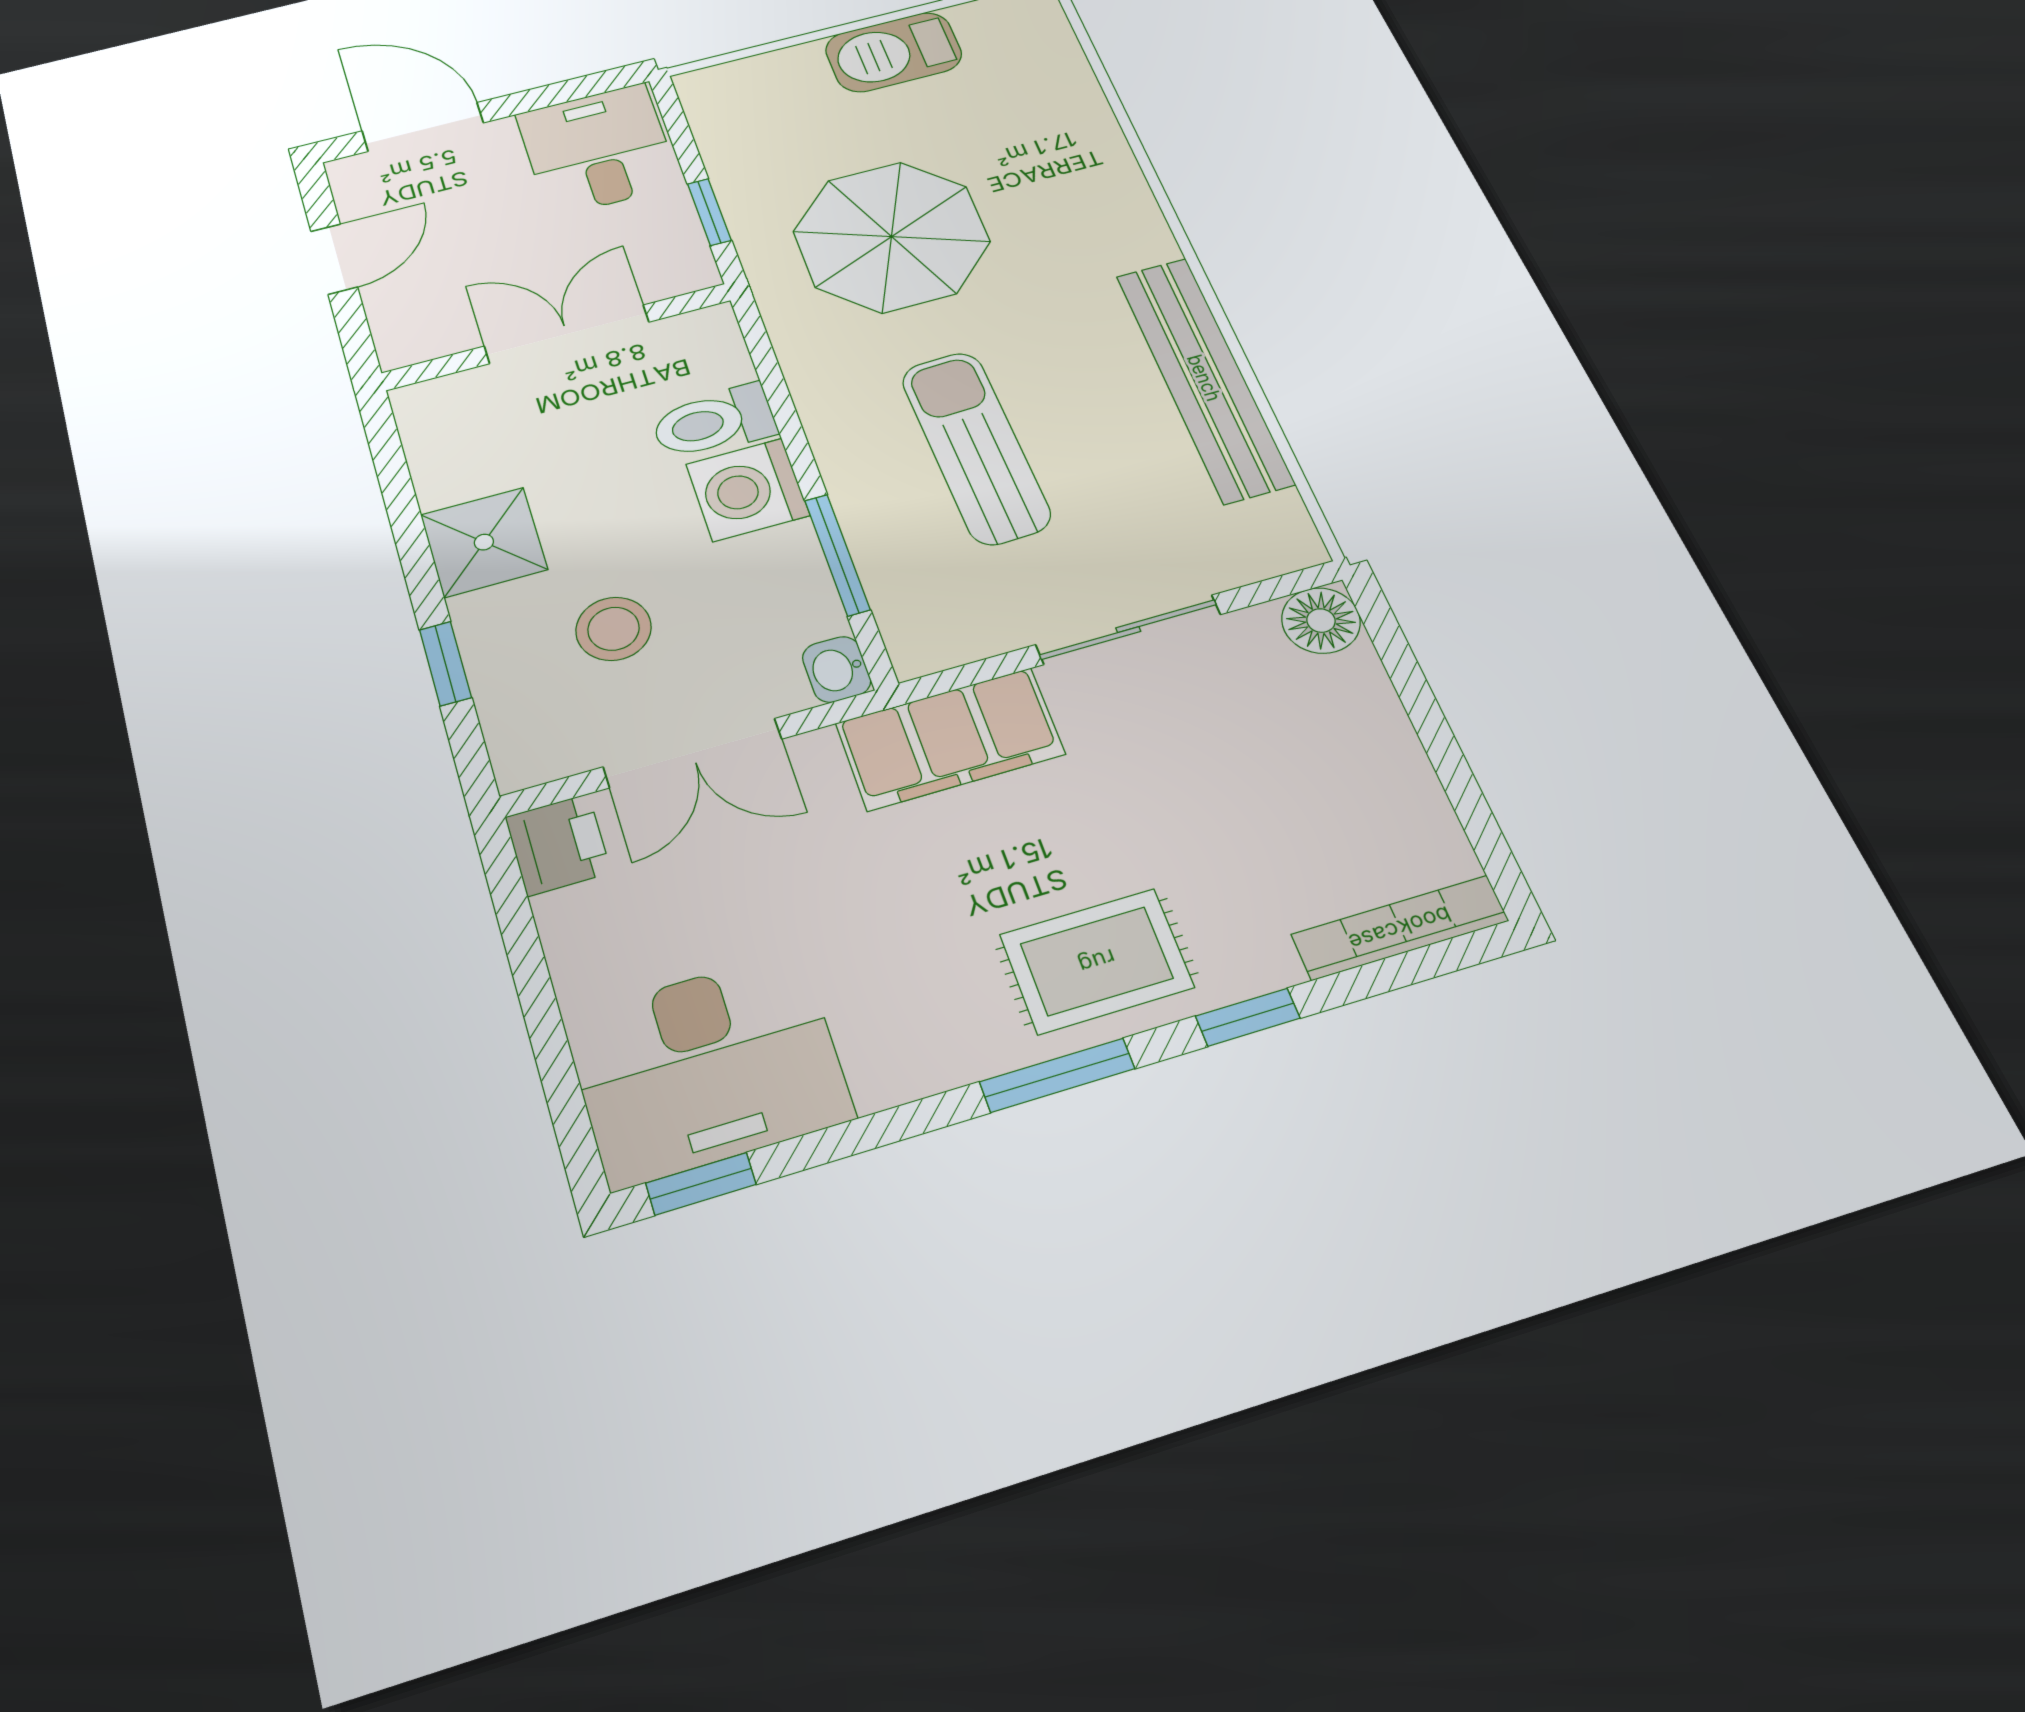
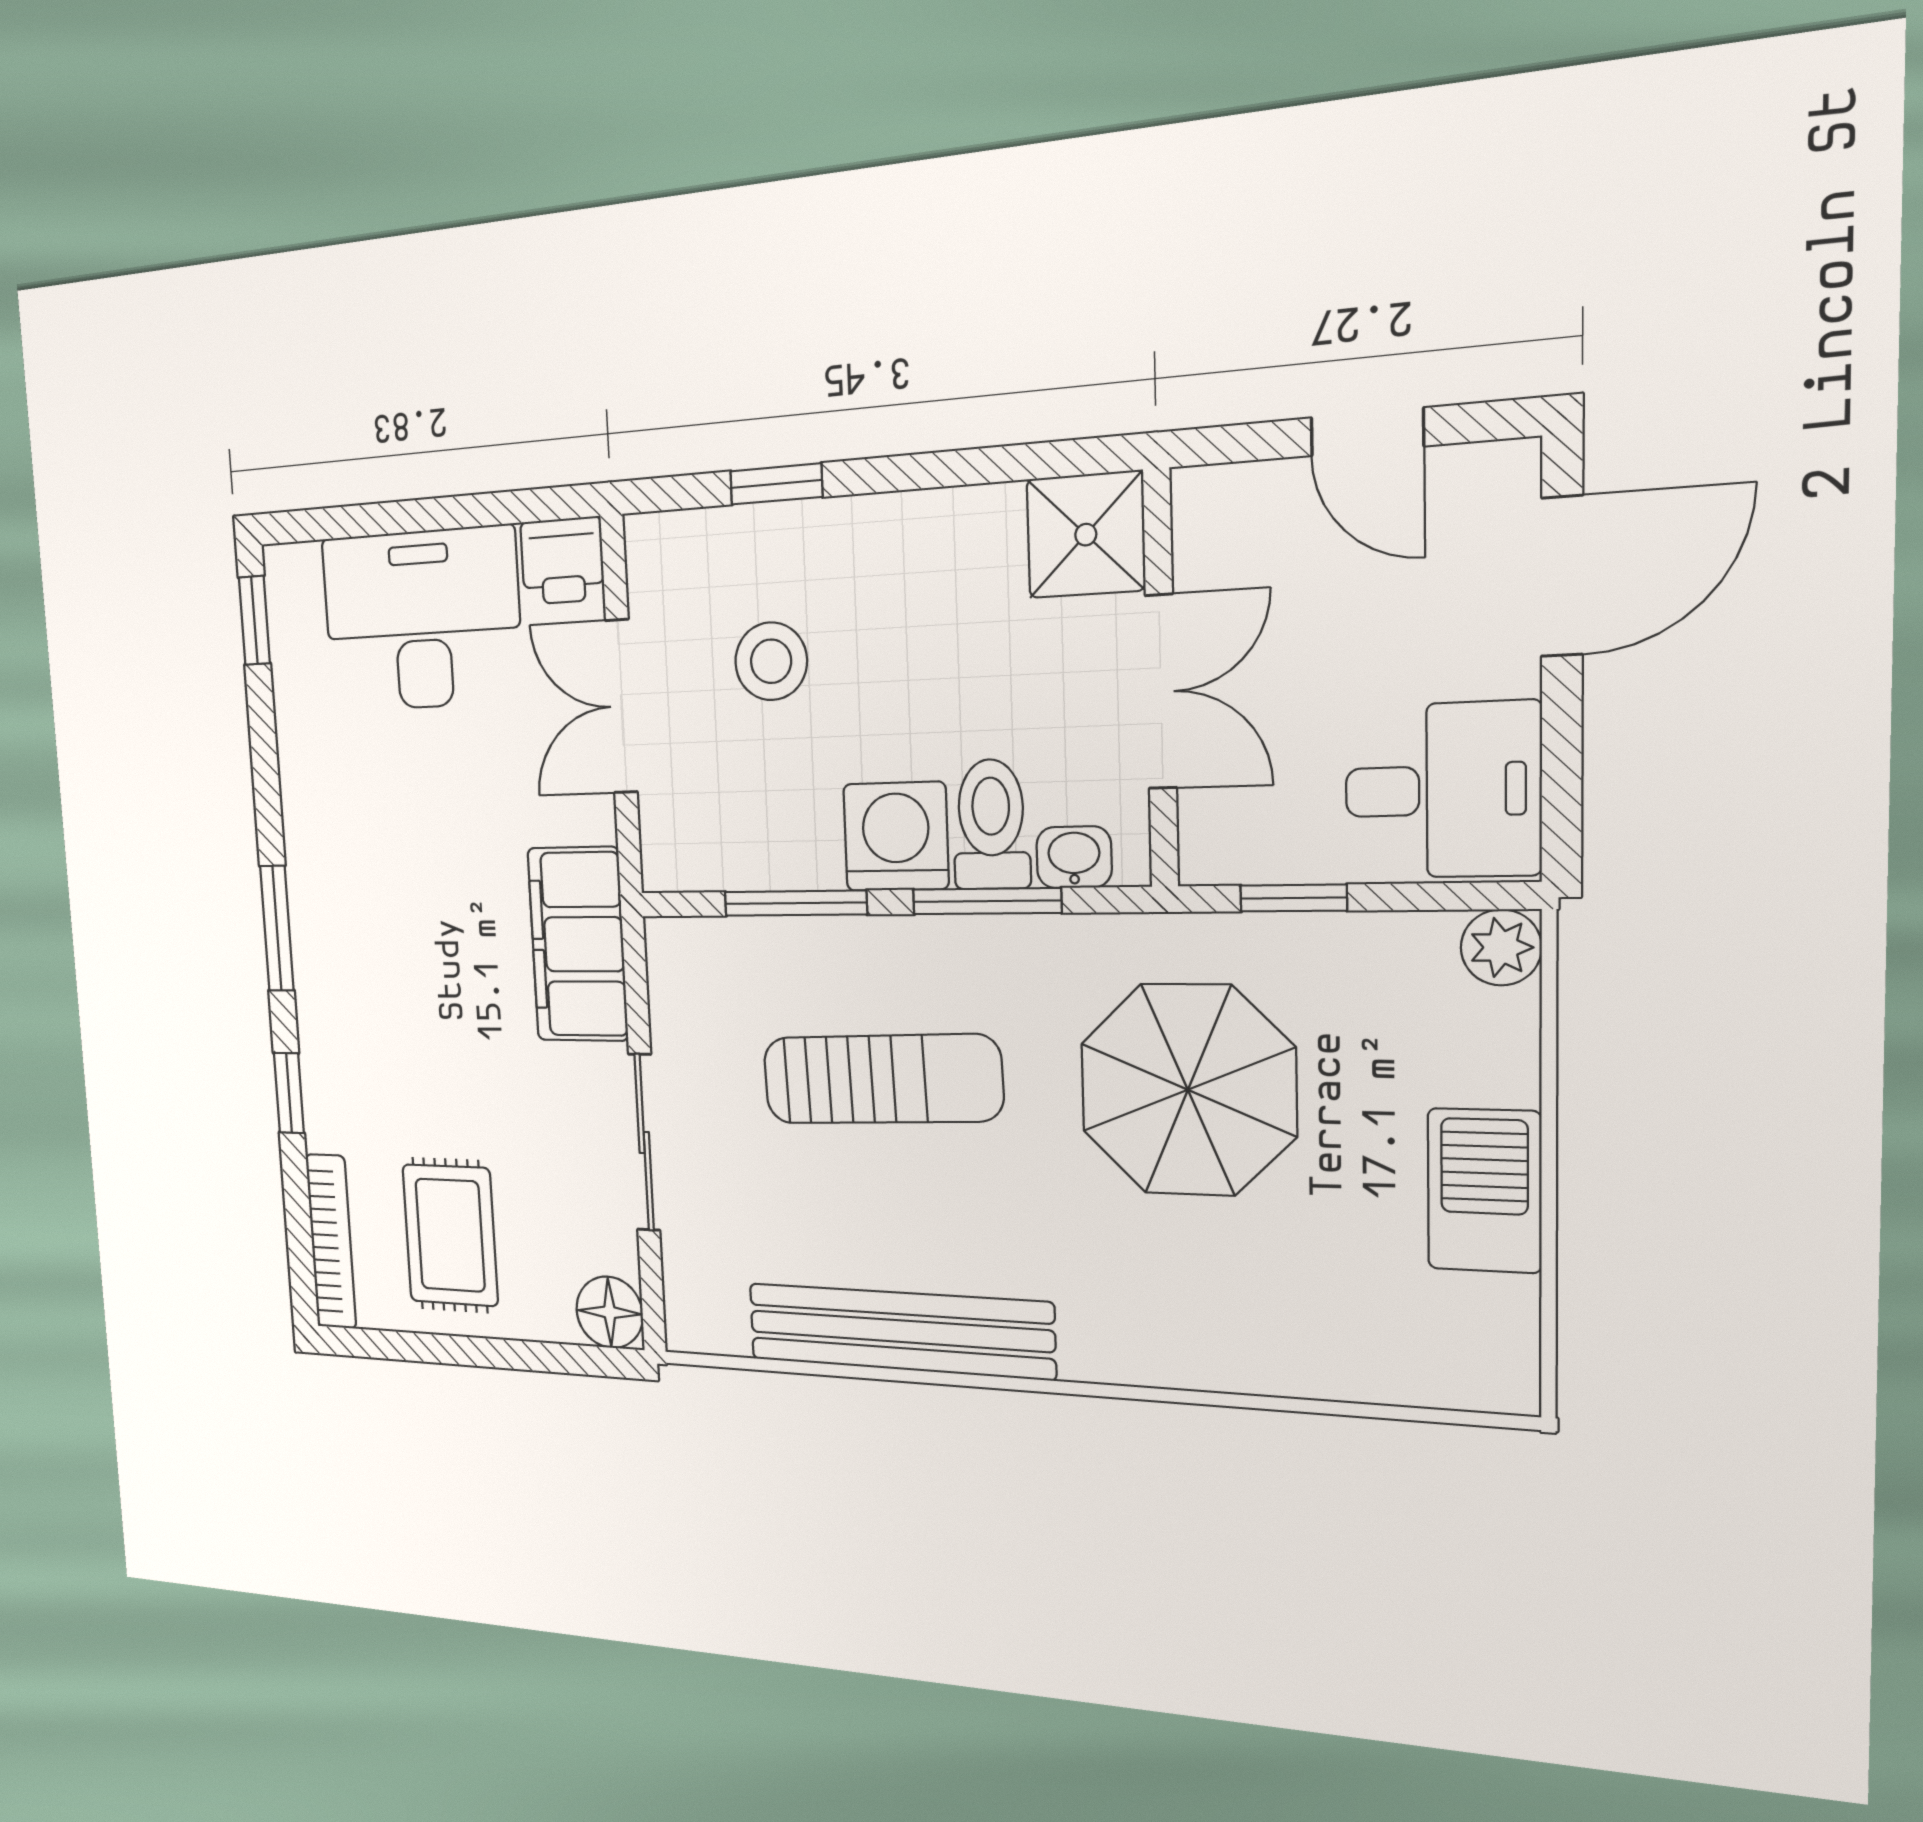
plant: (706, 89) -> (1501, 947), added
window: (783, 409) -> (987, 901), added
shower: (484, 542) -> (1086, 535), moved
washbasin: (837, 669) -> (1074, 857), moved
rug: (1097, 961) -> (450, 1235), moved
desk: (708, 1068) -> (422, 620), moved, turned 90

